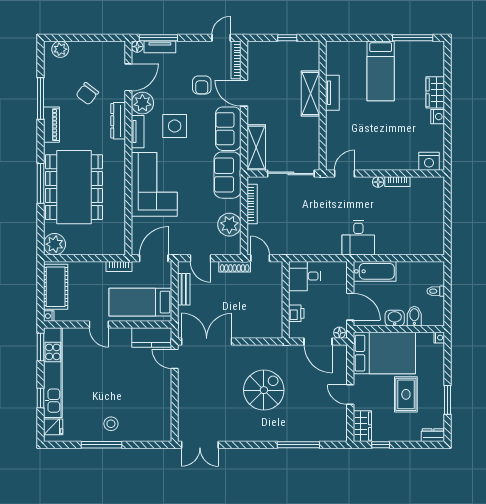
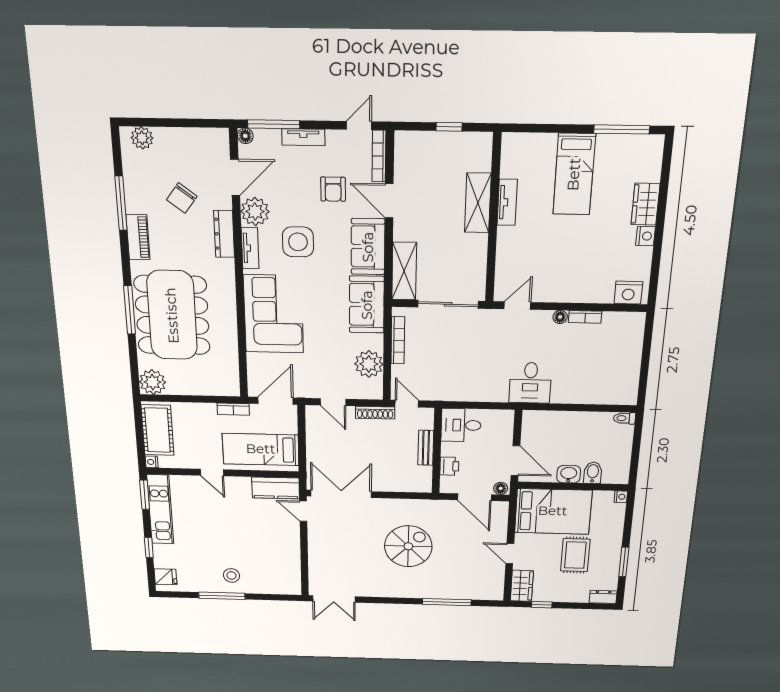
tv unit: (160, 47) -> (303, 137), moved
bathtub: (375, 271) -> (548, 422), removed
bench: (184, 289) -> (426, 448), moved
toilet: (436, 291) -> (624, 418), moved
kitchen unit: (53, 373) -> (160, 509), width x0.73

